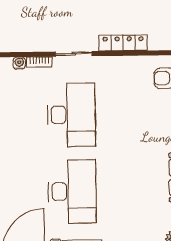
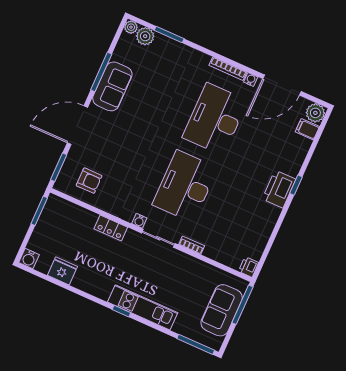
locker: (123, 43) -> (111, 228), width x0.66
water cooler: (19, 63) -> (139, 221), moved

